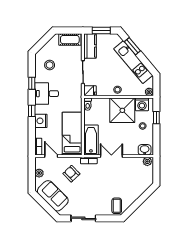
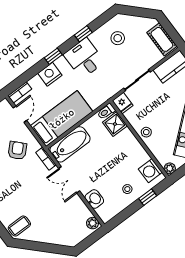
shower: (122, 110) -> (115, 124), moved, width x0.54, depth x0.54
washbasin: (145, 150) -> (94, 199), moved
double door: (111, 156) -> (69, 180), swing flipped

